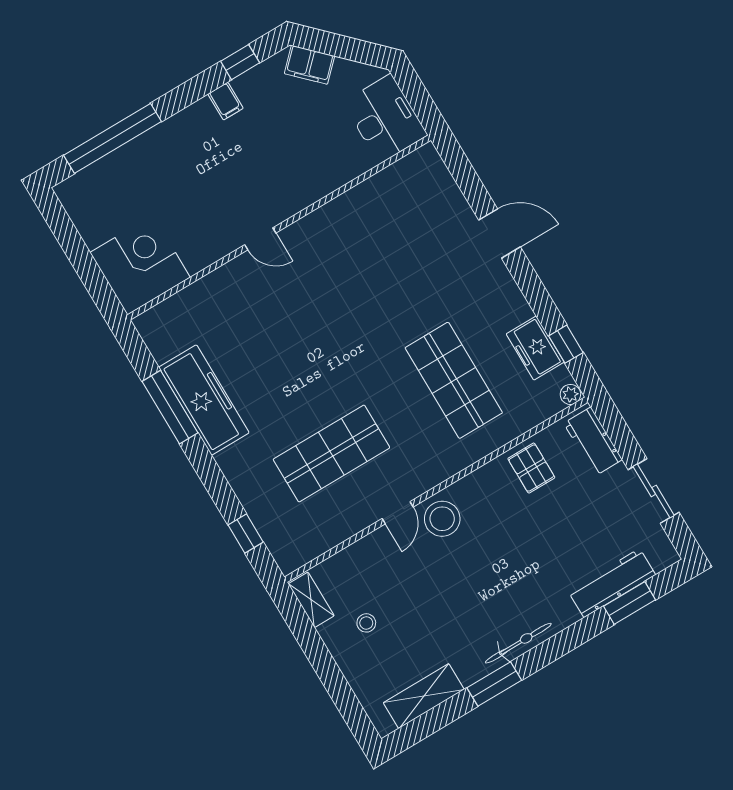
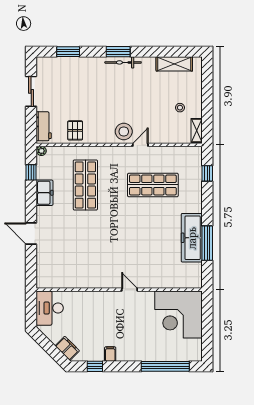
corner desk: (140, 265) -> (179, 314), width x1.36, depth x1.36
freezer: (535, 348) -> (44, 193), moved
workbench: (612, 583) -> (70, 64), removed
window: (494, 684) -> (118, 52), moved

